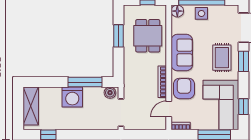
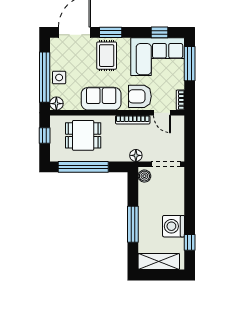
window: (119, 36) -> (83, 167), width x2.11
rug: (222, 58) -> (107, 56), turned 90
window: (85, 82) -> (133, 224), moved
floor lamp: (129, 85) -> (136, 155), added
washing machine: (72, 97) -> (174, 226), moved, turned 180

